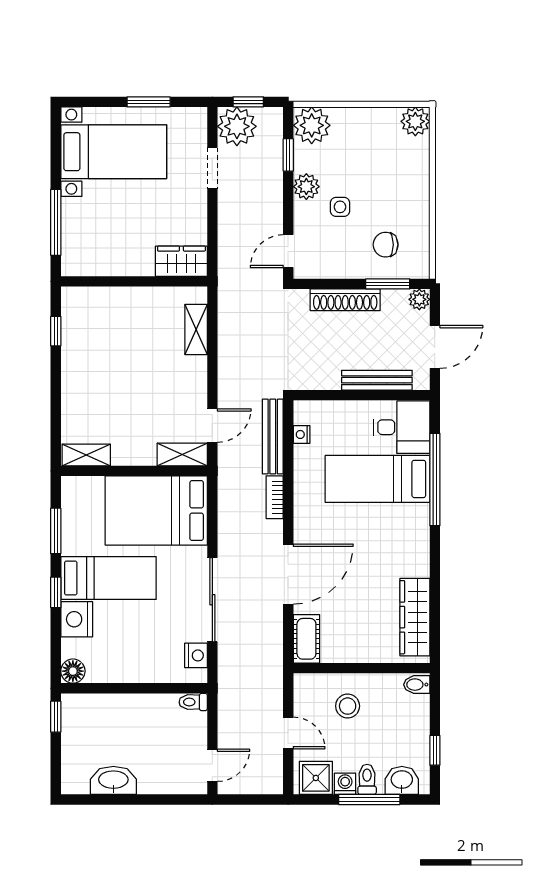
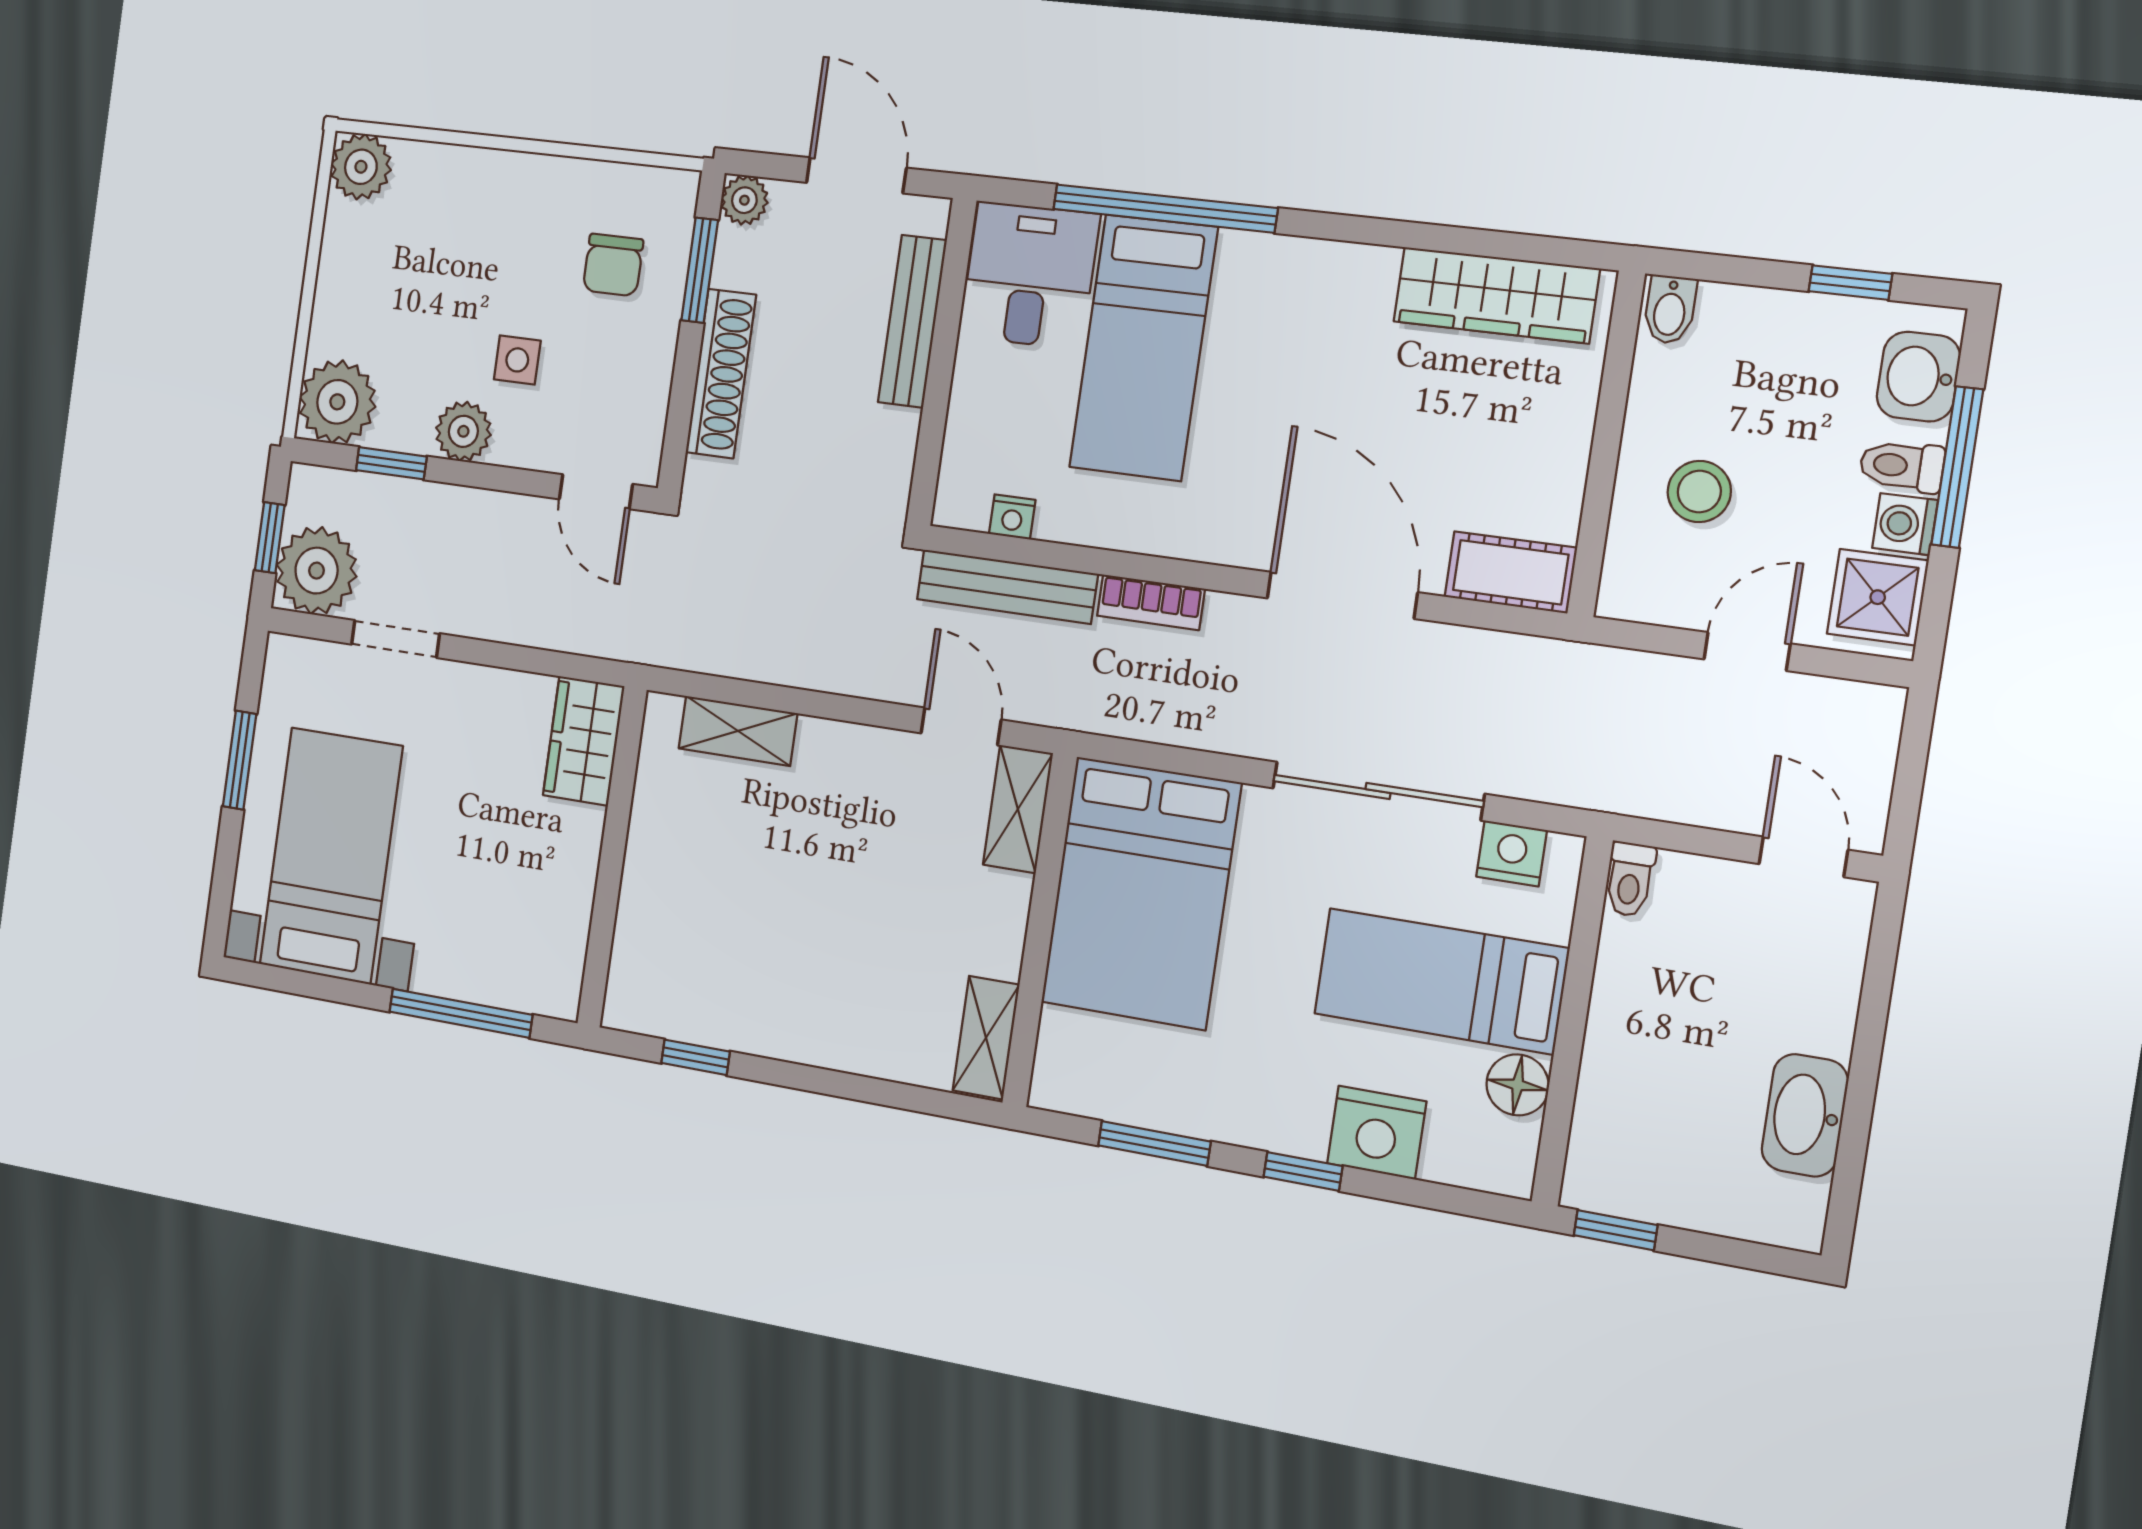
bed: (109, 578) -> (1441, 981), moved, turned -90
floor lamp: (73, 671) -> (1518, 1085), moved

